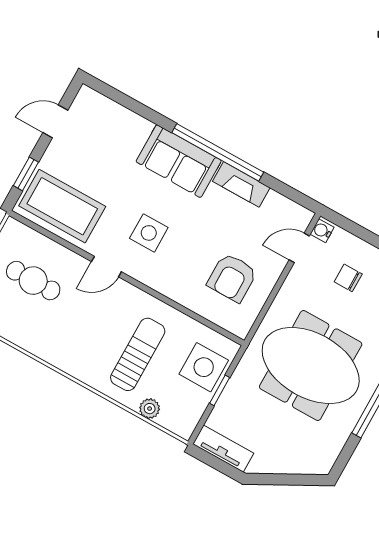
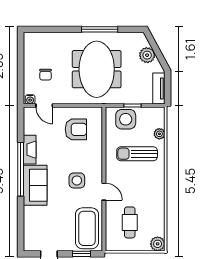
plant: (288, 460) -> (147, 55), added

